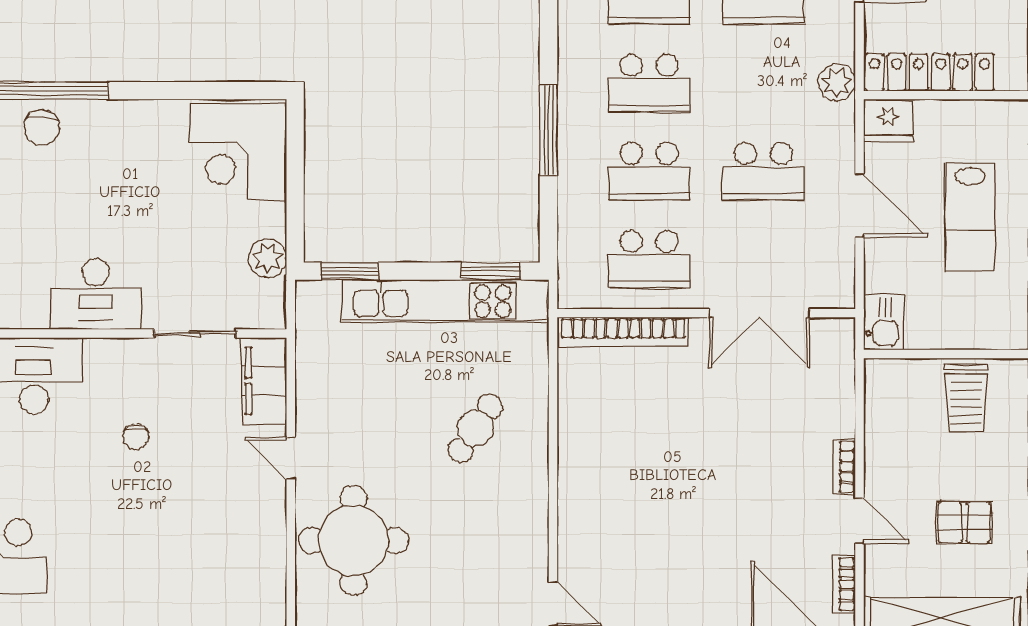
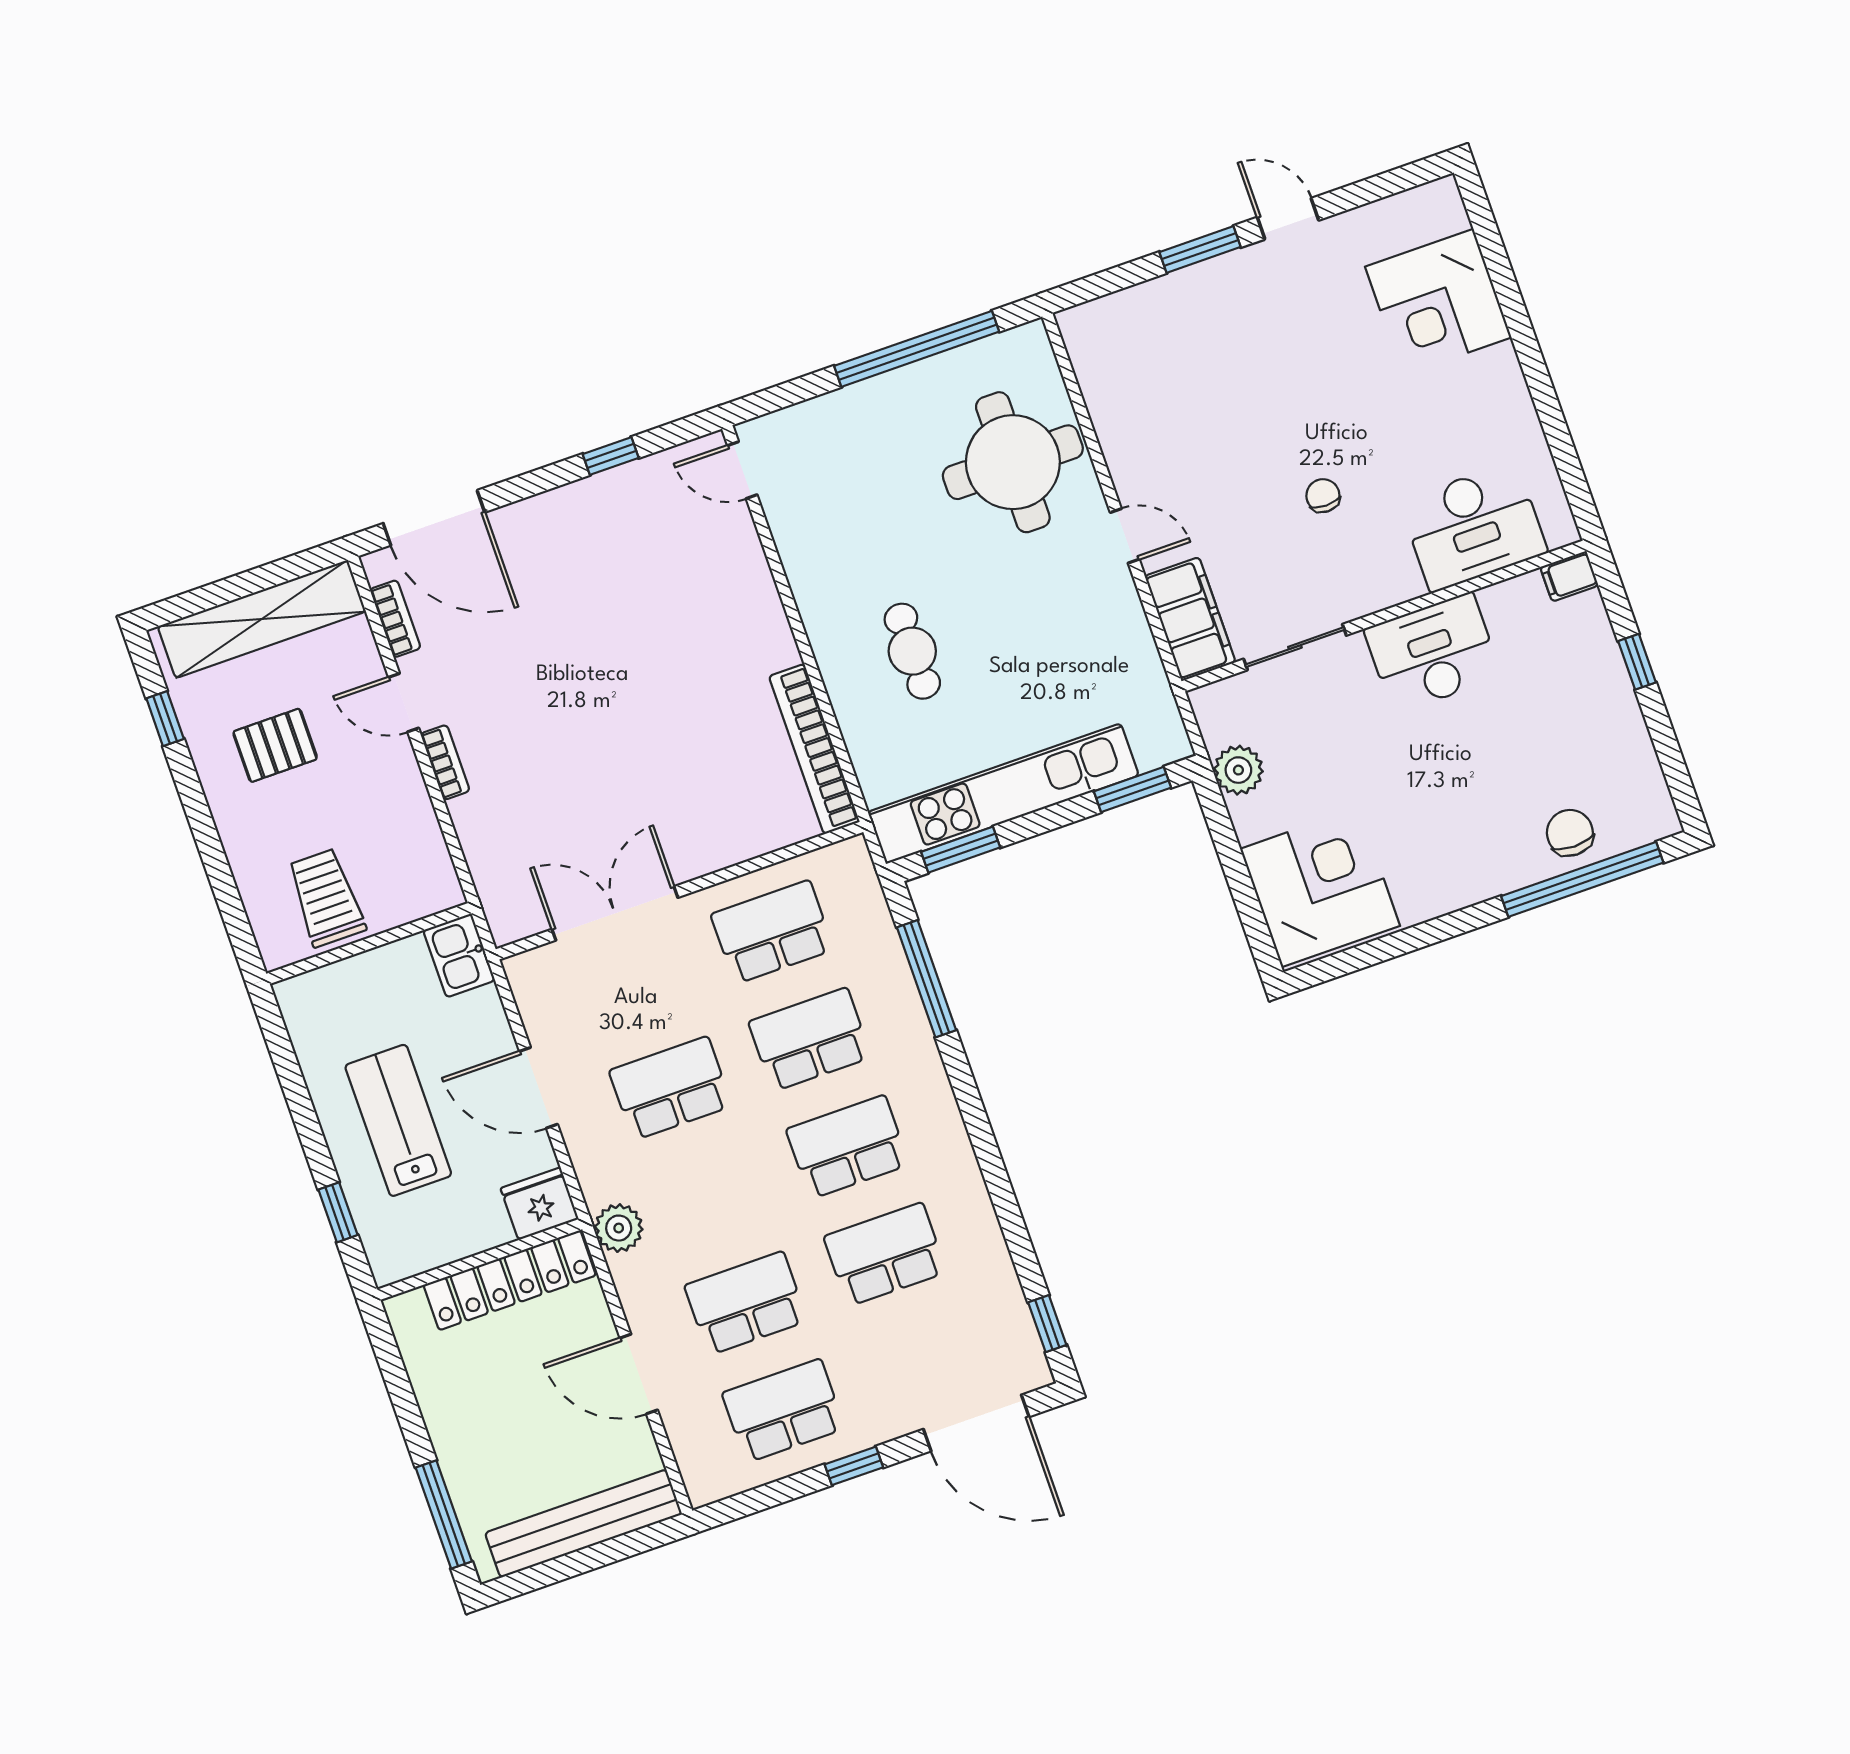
window: (548, 130) -> (926, 979), moved
bookcase: (623, 332) -> (814, 749), moved, turned -90
cafe table: (475, 428) -> (912, 651), turned -34

